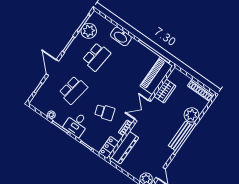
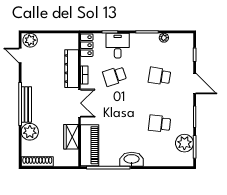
washbasin: (121, 36) -> (132, 159), moved
school desk: (97, 57) -> (160, 124), width x0.54
school desk: (73, 90) -> (160, 76), width x0.54
desk: (76, 124) -> (118, 46), moved
dresser: (125, 148) -> (72, 69), moved

